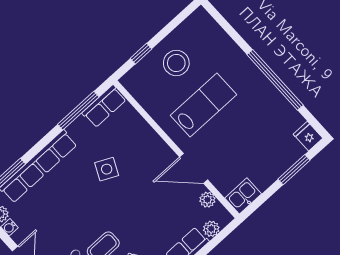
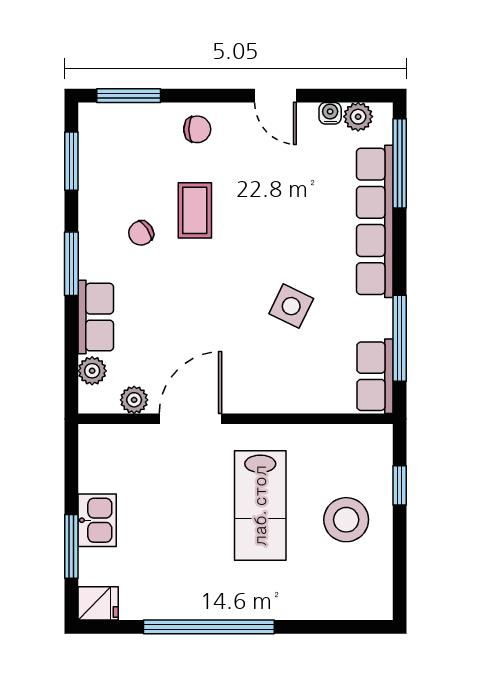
kitchen sink: (243, 196) -> (97, 520), moved

